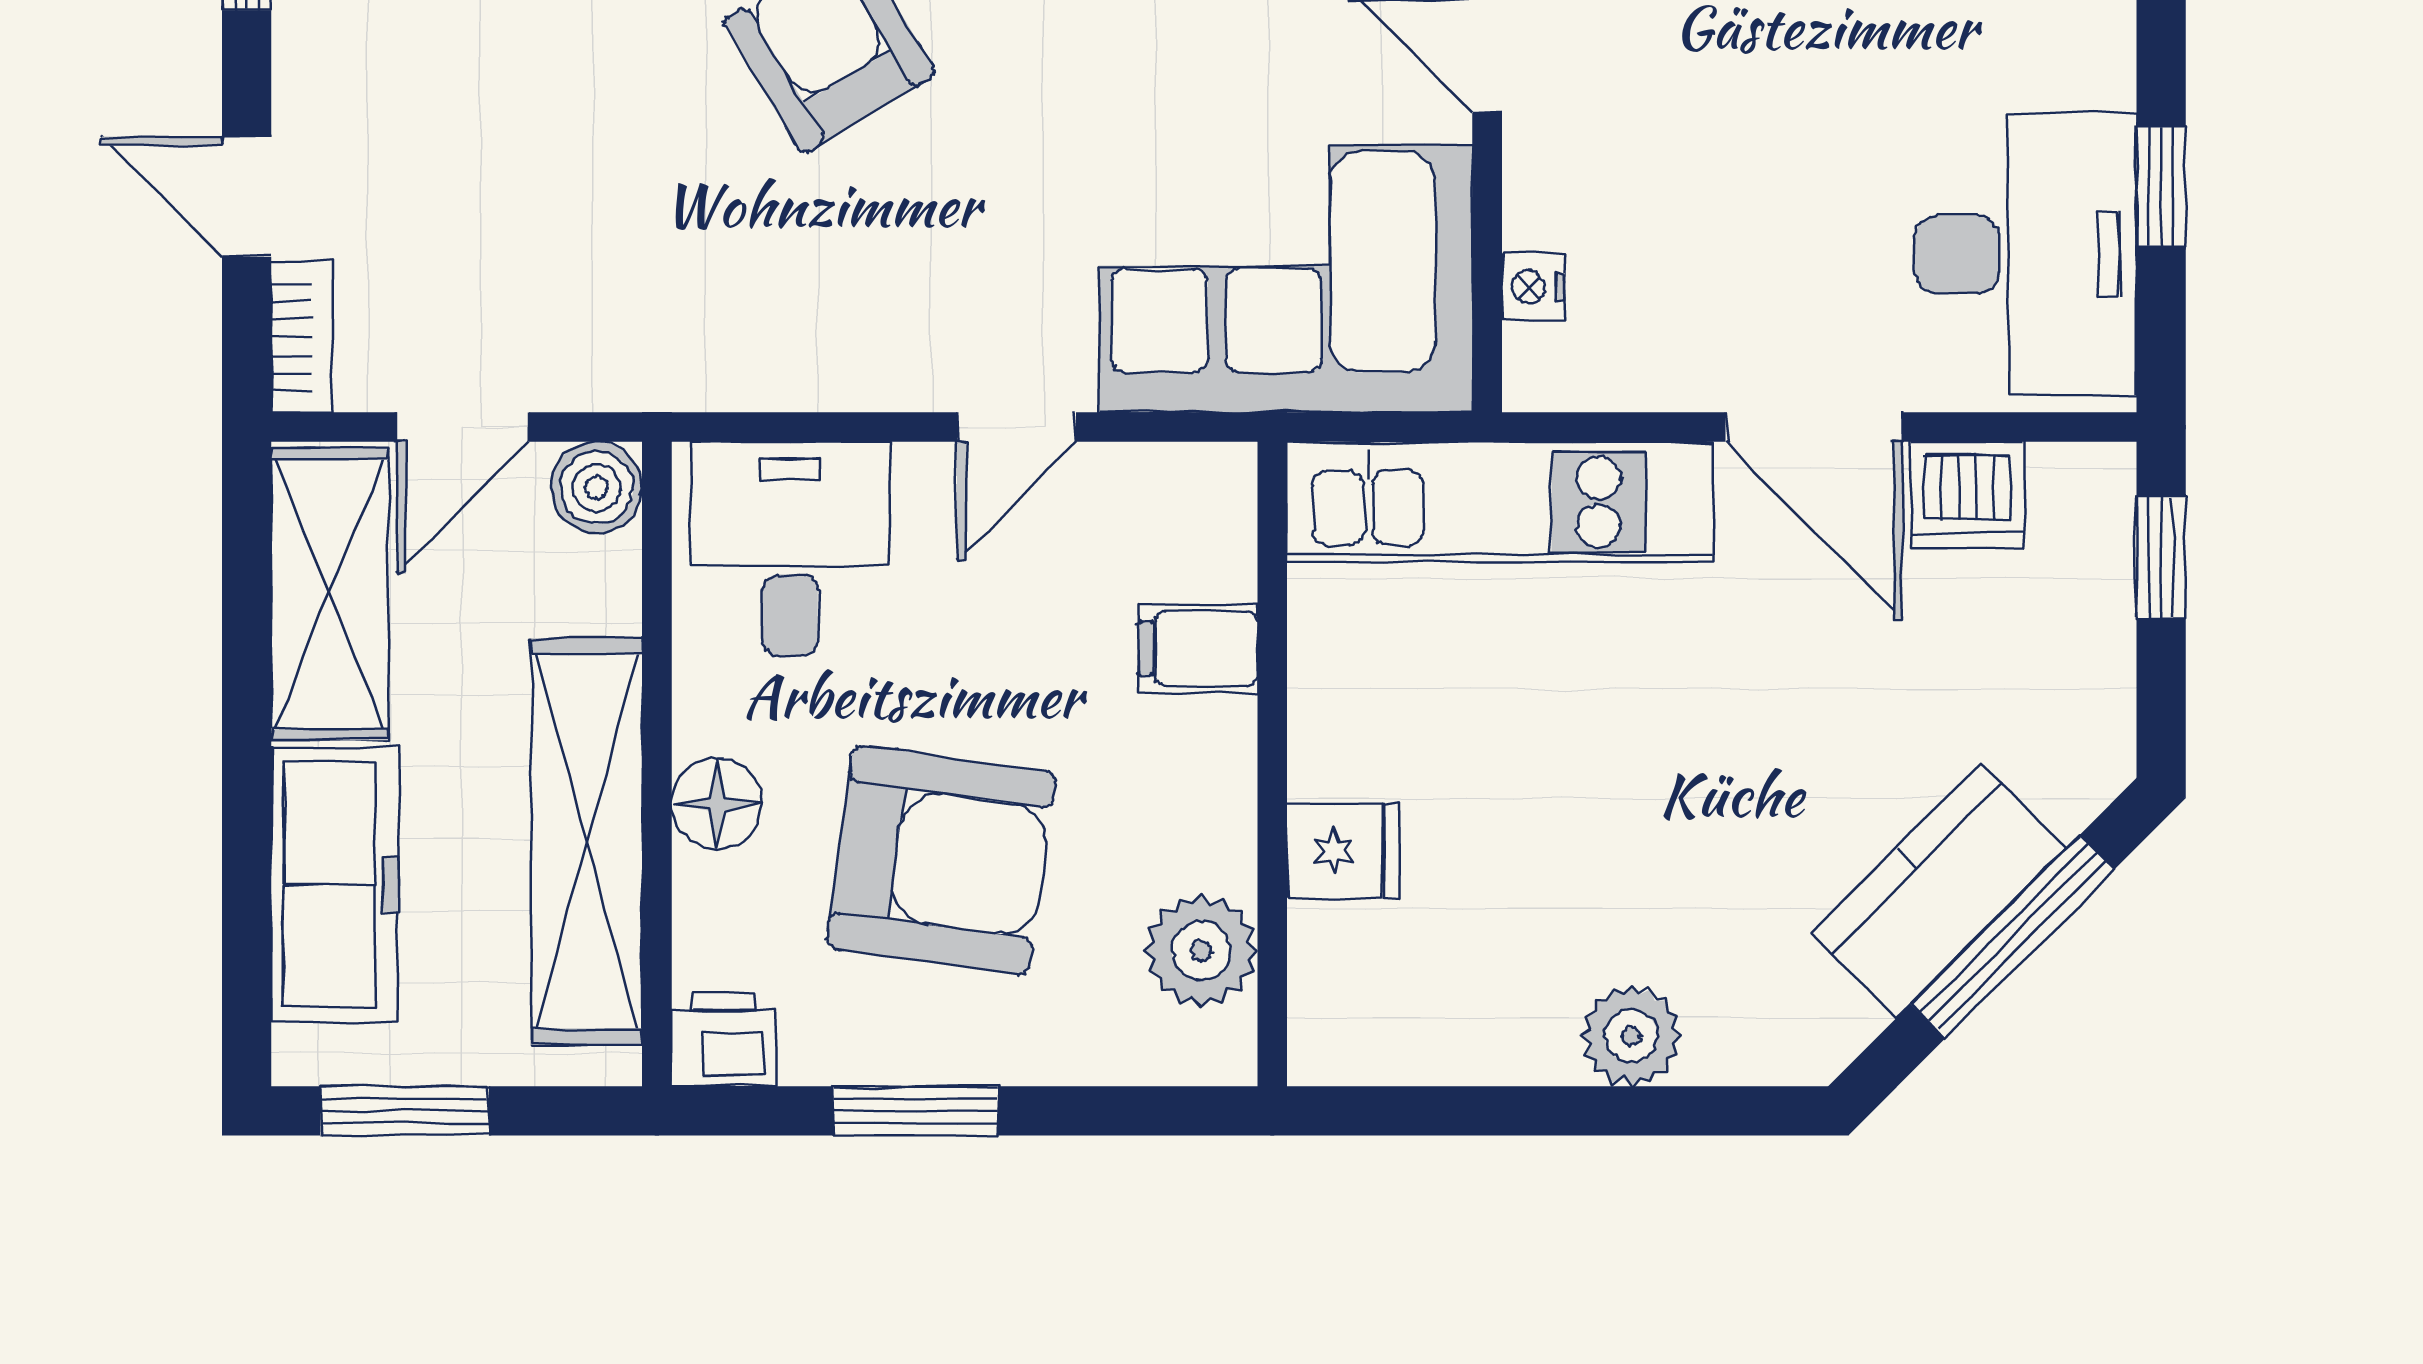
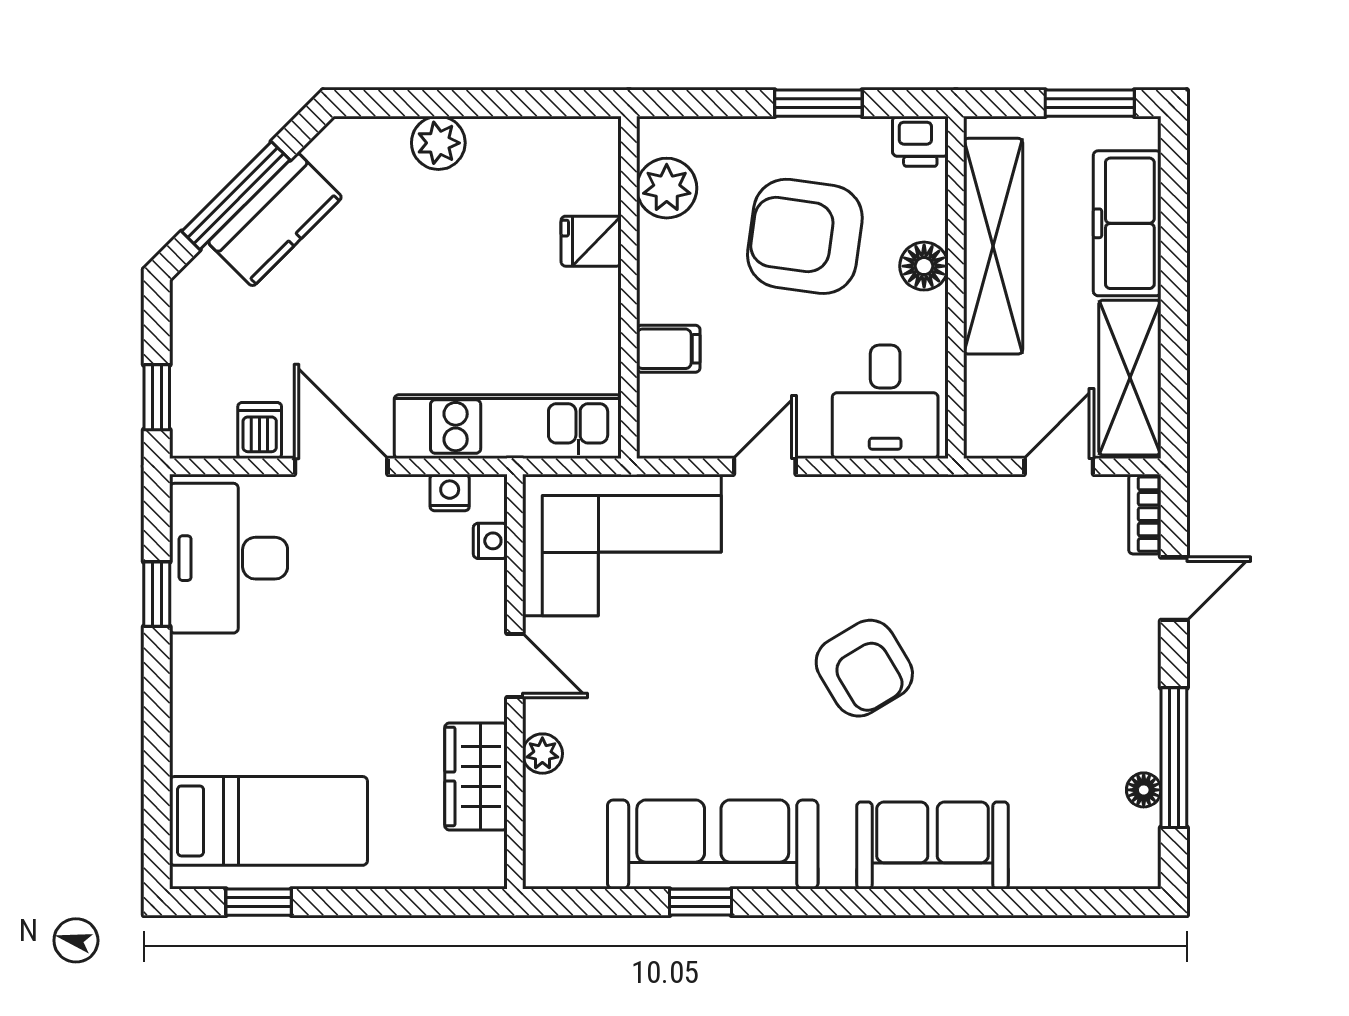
door: (247, 197) -> (1174, 589), hinge flipped
nightstand: (1610, 378) -> (450, 493), added
boiler: (596, 488) -> (988, 434), removed
dishwasher: (1967, 495) -> (260, 430), width x0.73

